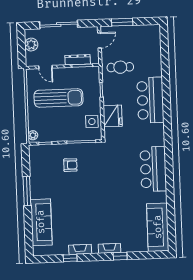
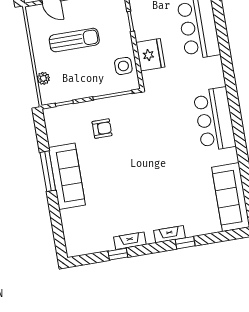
sun lounger: (59, 98) -> (74, 40), width x0.73, depth x0.75
plant: (33, 135) -> (43, 78), moved
sofa: (41, 222) -> (67, 176), moved

